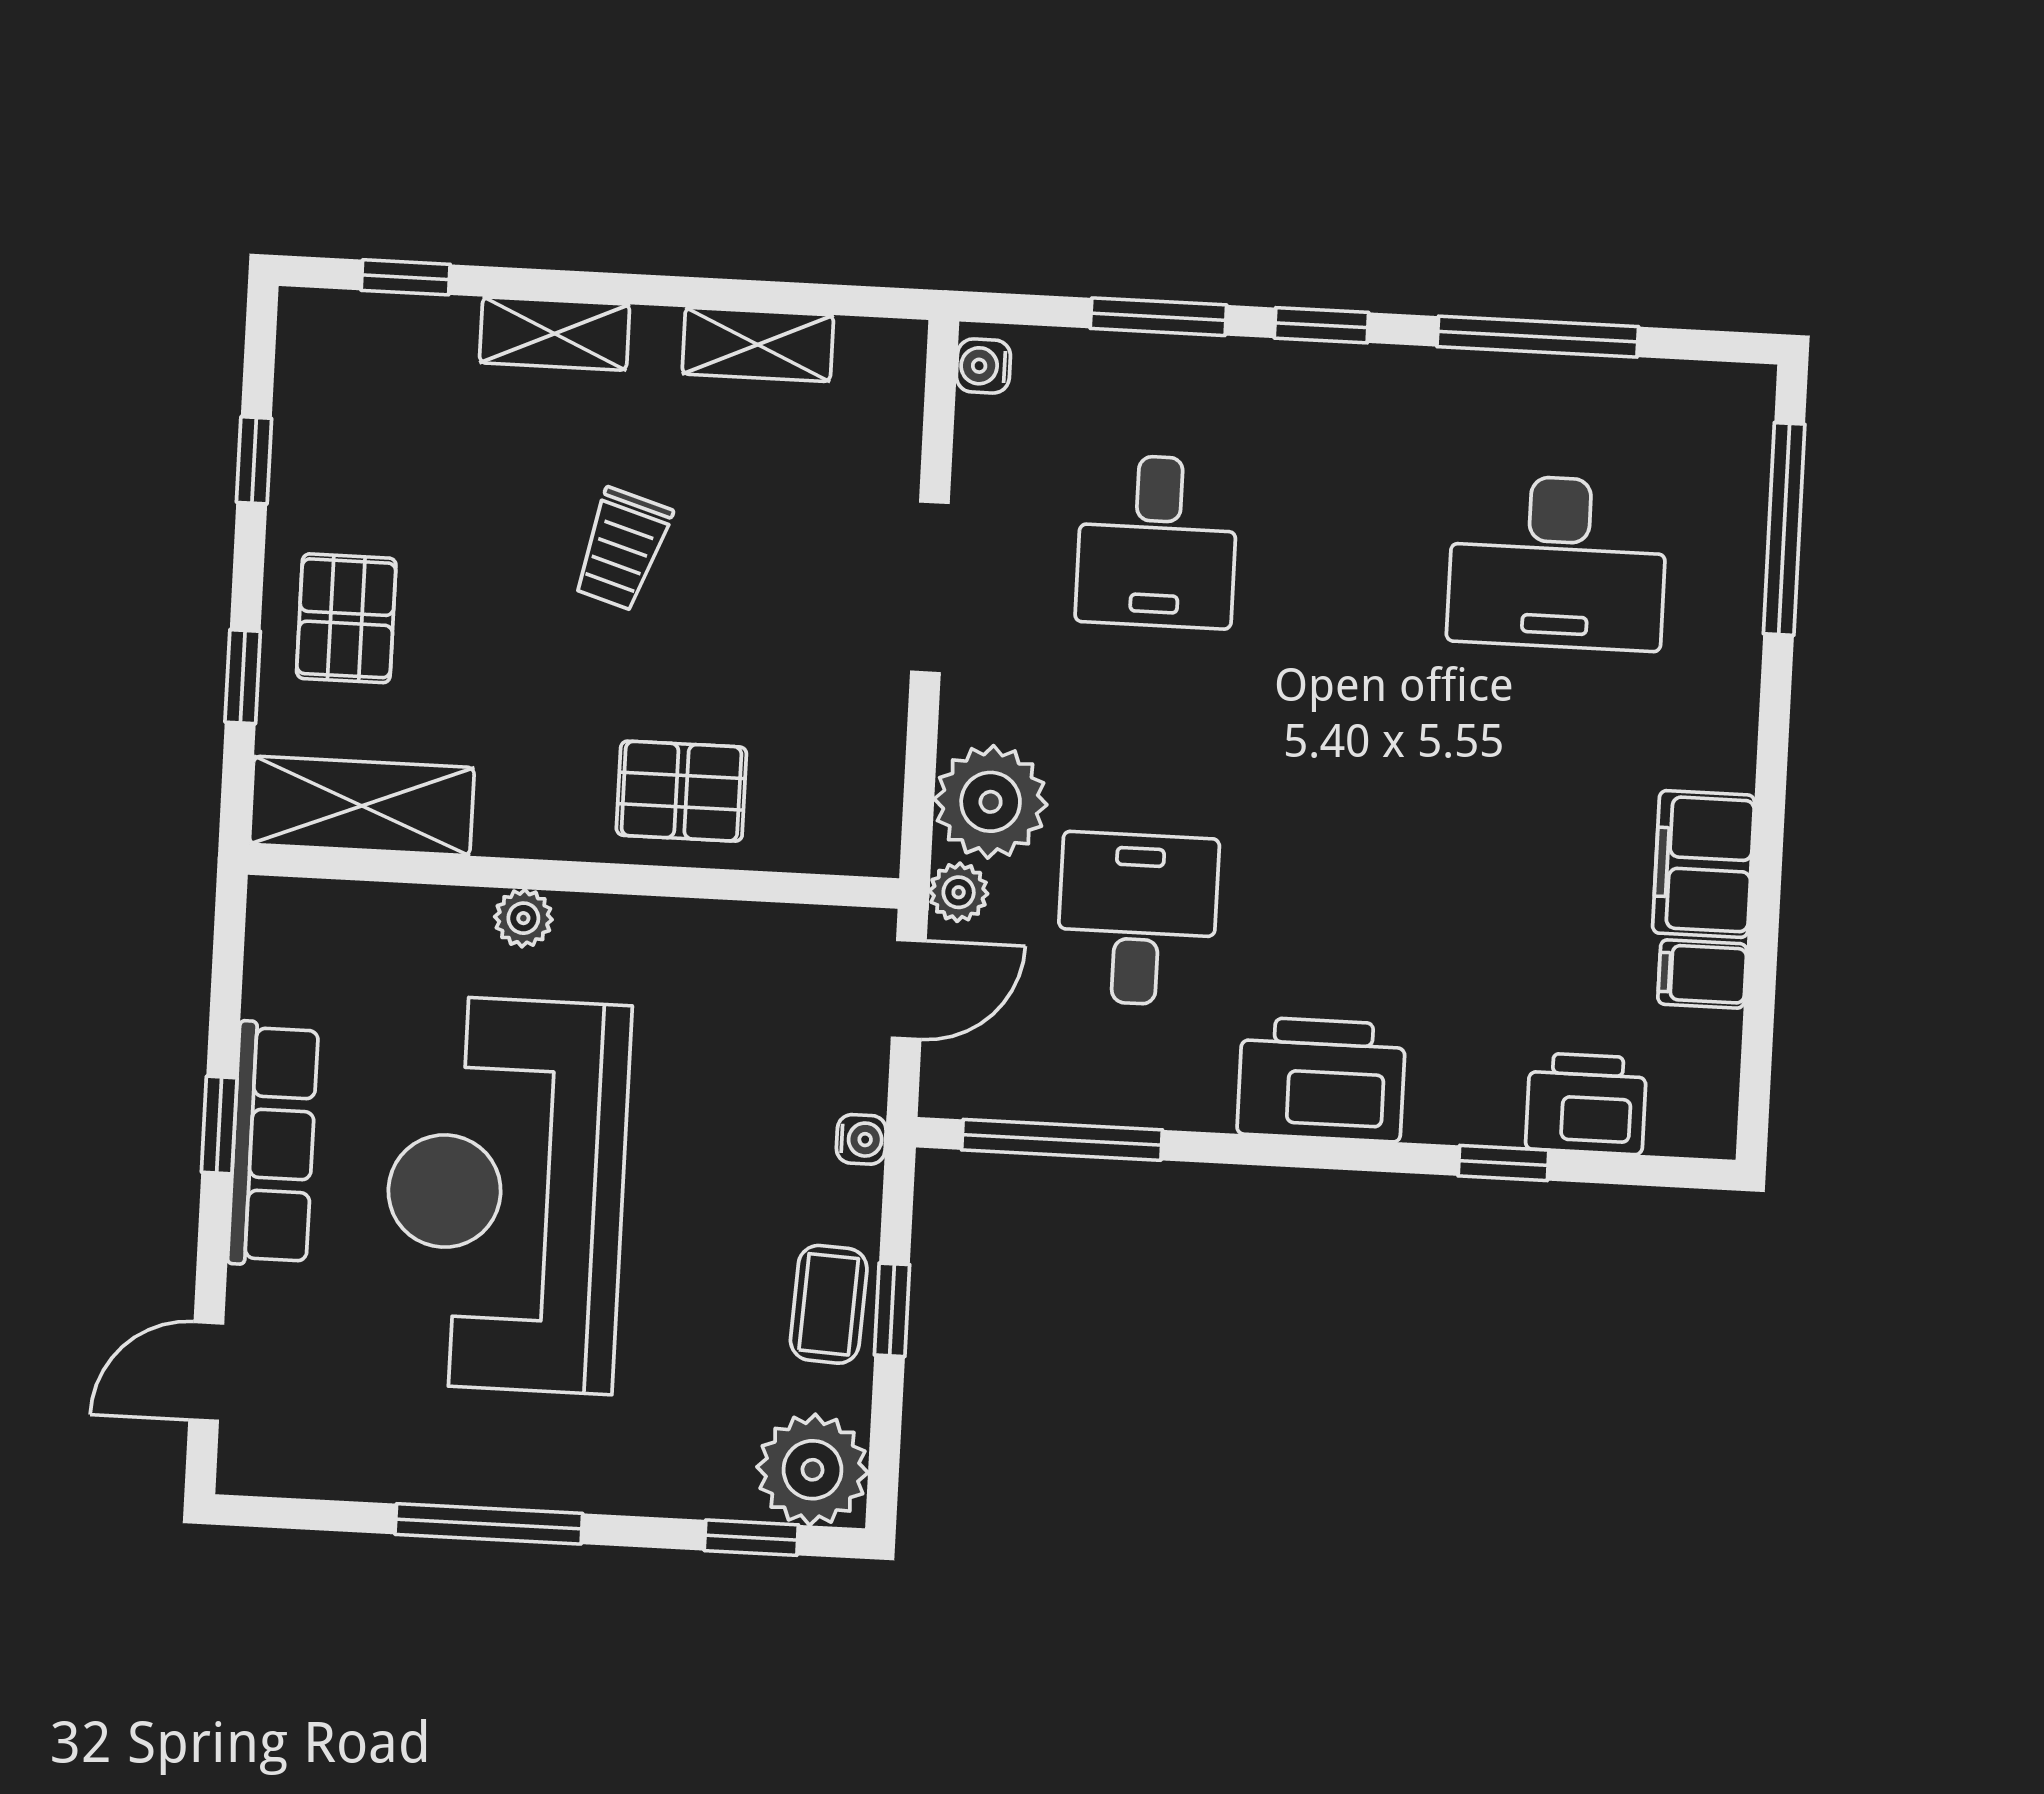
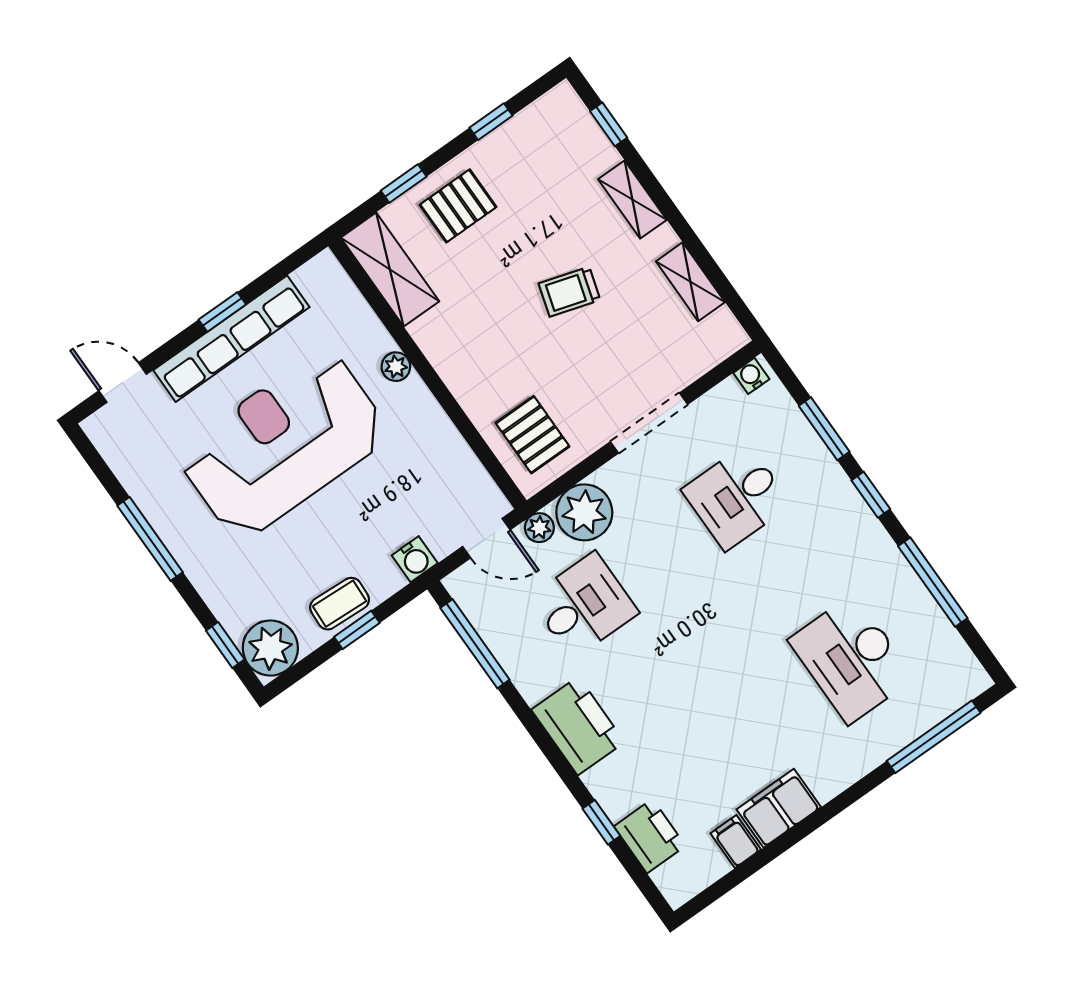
pallet: (681, 791) -> (533, 435), moved
water cooler: (861, 1139) -> (415, 559), width x1.38, depth x1.38
row of seats: (273, 1144) -> (231, 339), width x1.36

